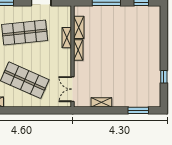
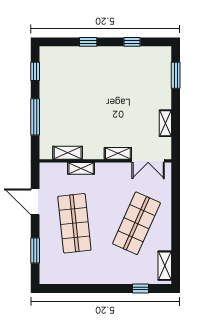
window: (164, 43) -> (88, 42), added
shelving: (78, 50) -> (118, 153), moved

